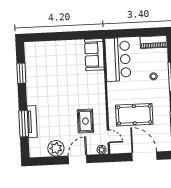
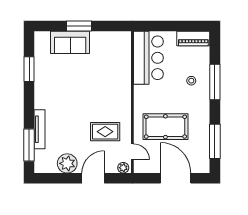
window: (60, 36) -> (79, 26), added
sofa: (94, 55) -> (70, 42), moved, turned -90
rug: (85, 121) -> (105, 132), turned 90
window: (24, 124) -> (29, 145), moved

